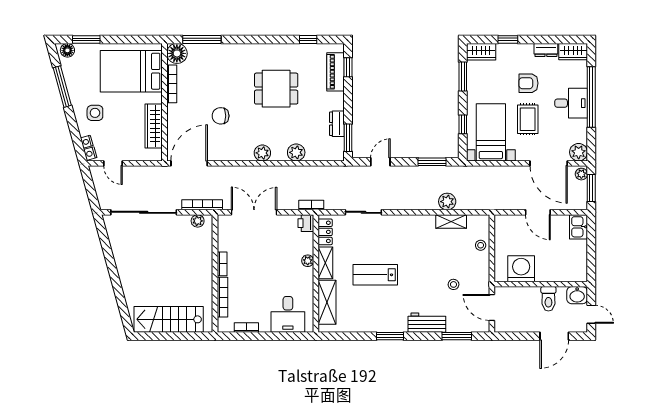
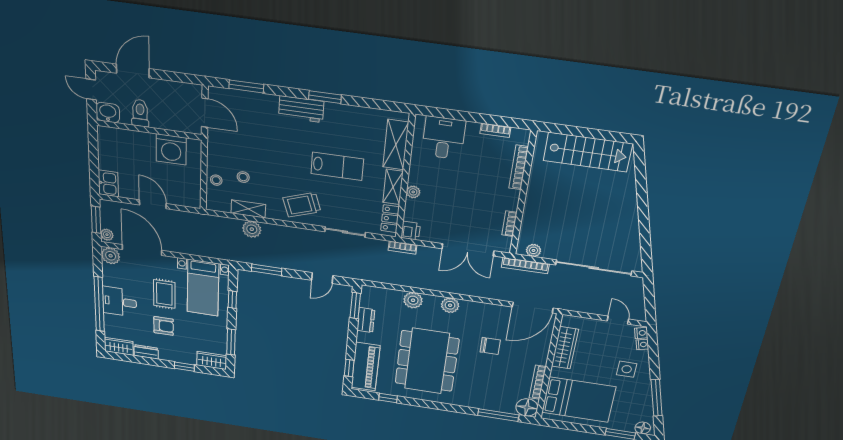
piano: (336, 72) -> (366, 367), width x1.37, depth x1.33
dining table: (276, 89) -> (427, 361), width x1.88, depth x1.24
trolley: (403, 233) -> (302, 205), added
bookcase: (222, 264) -> (509, 224), moved
stool: (453, 284) -> (243, 177), moved
workbench: (427, 323) -> (301, 109), moved

